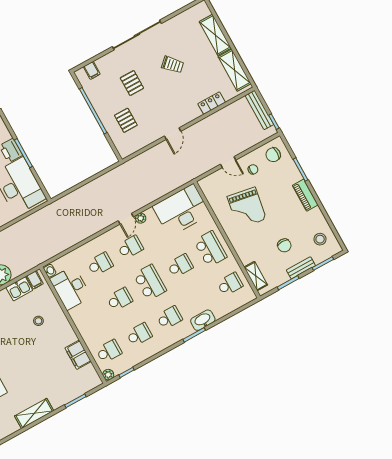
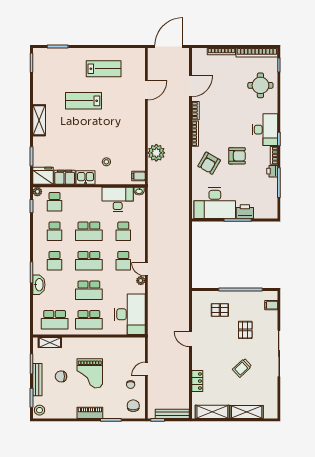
pallet: (132, 83) -> (245, 330), turned 90
grand piano: (247, 208) -> (90, 373), moved, turned -100
stool: (320, 239) -> (40, 410), moved
school desk: (180, 266) -> (89, 290), width x1.85
bench: (301, 268) -> (37, 380), width x1.36
school desk: (230, 284) -> (55, 320), width x1.85
kitchen sink: (19, 289) -> (86, 178), moved, turned 90
school desk: (120, 299) -> (89, 231), width x1.85
fridge: (89, 378) -> (43, 176), added

